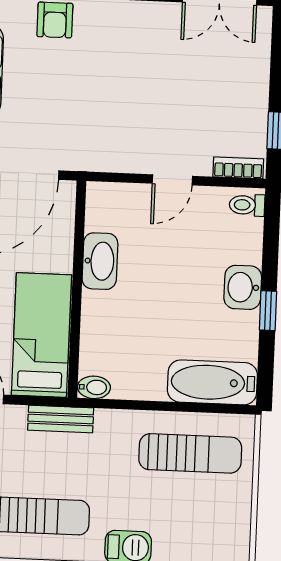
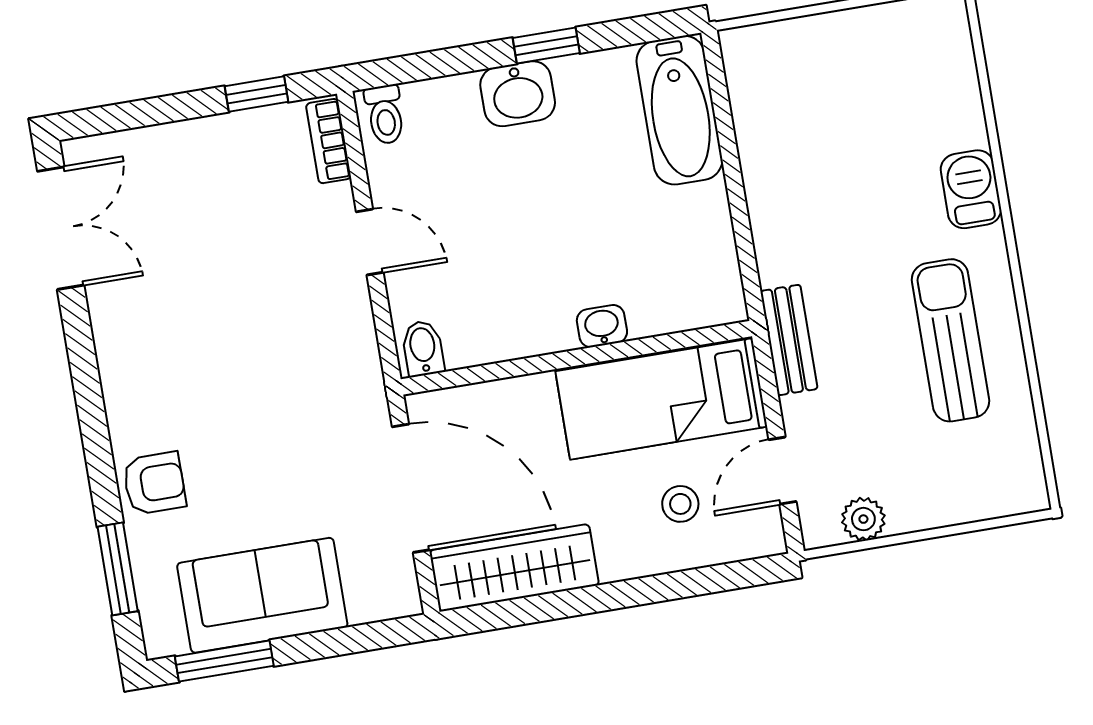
washbasin: (100, 261) -> (602, 326), moved, width x0.52, depth x0.69
bidet: (94, 387) -> (423, 348), moved
sun lounger: (190, 453) -> (800, 122), removed

